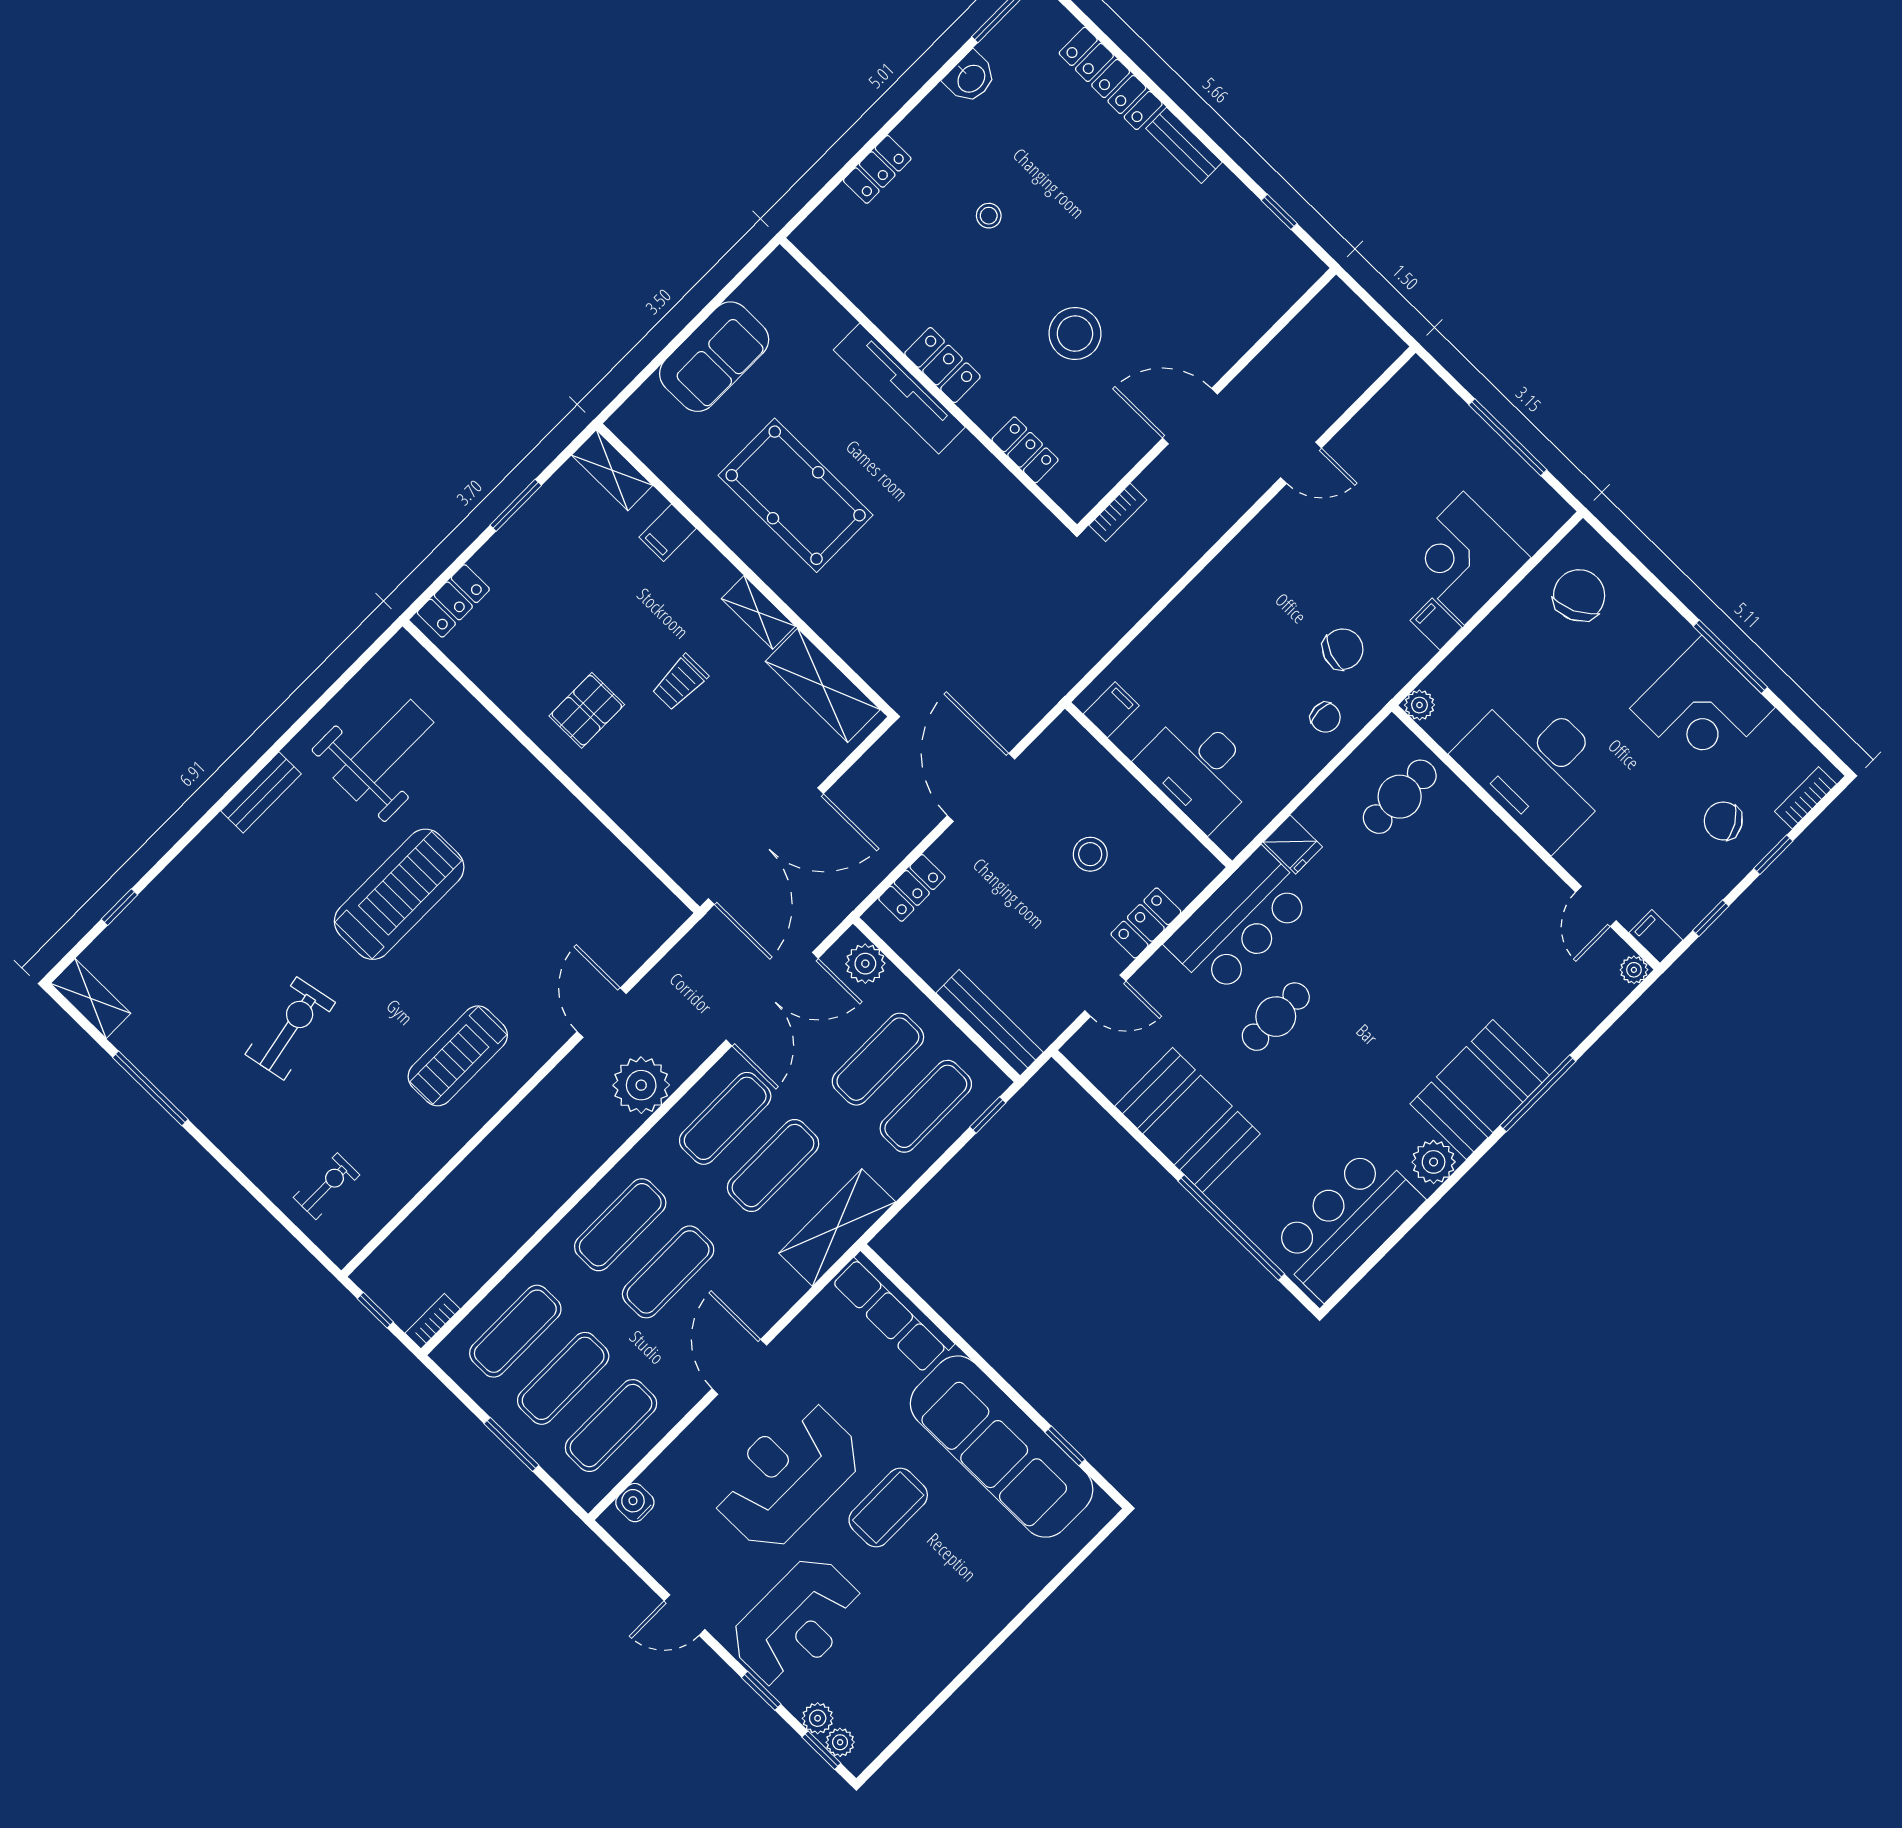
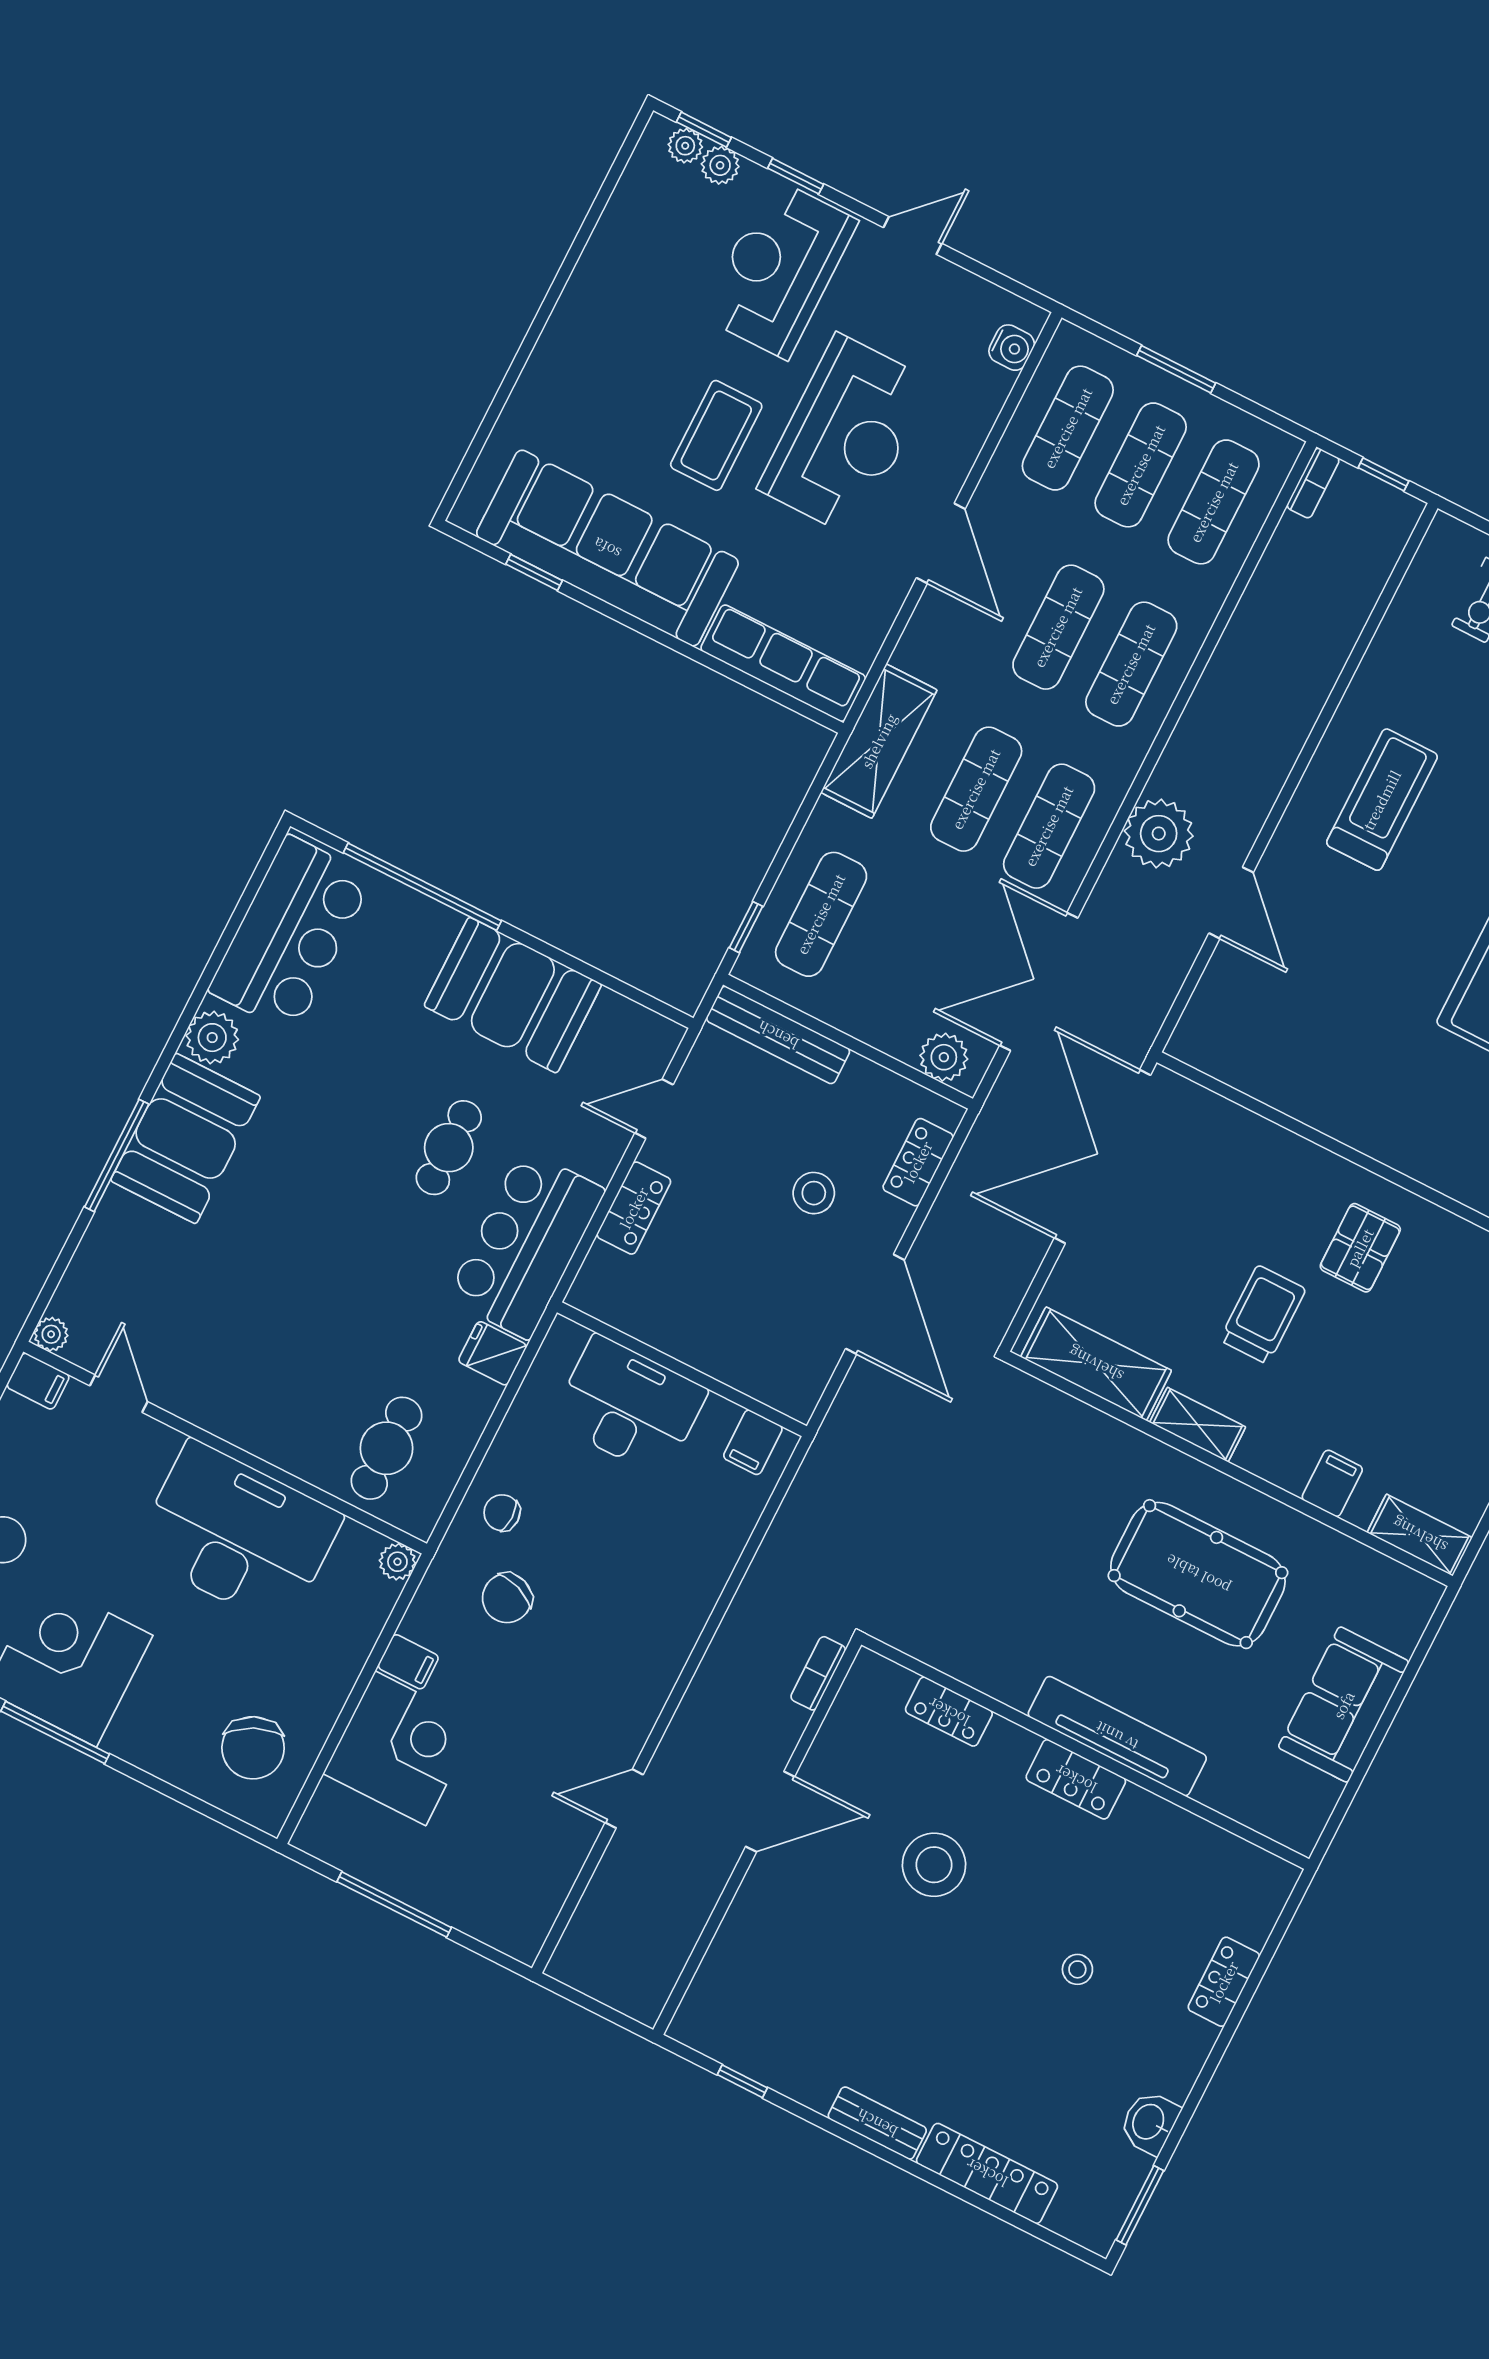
trolley: (680, 682) -> (1263, 1315), width x1.36, depth x1.39
stool: (1090, 854) -> (814, 1193), moved
exercise mat: (878, 1059) -> (894, 951), removed

